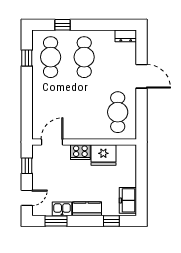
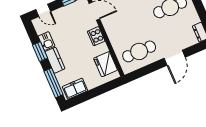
fridge: (103, 155) -> (106, 64), moved
window: (56, 221) -> (40, 52), moved
window: (111, 221) -> (54, 83), width x2.17

